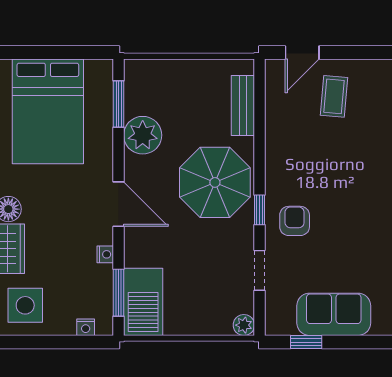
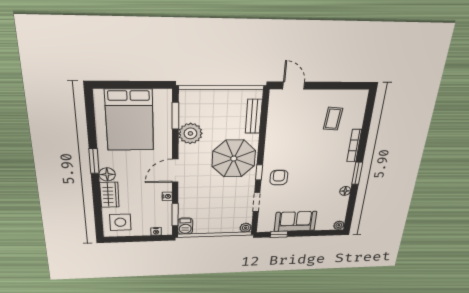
door: (302, 52) -> (294, 86), swing flipped
coffee table: (334, 96) -> (333, 119), moved
door: (119, 204) -> (175, 171), swing flipped
barbecue: (143, 302) -> (185, 226), width x0.53, depth x0.65

